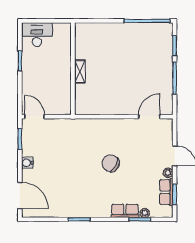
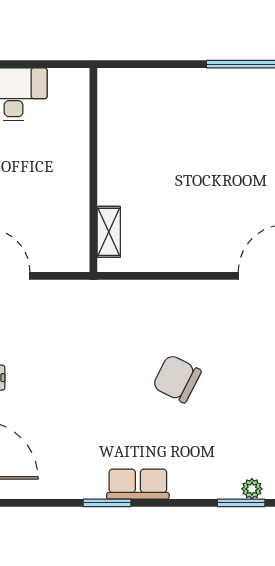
shelving: (80, 71) -> (109, 232), moved
row of seats: (125, 211) -> (138, 484), moved

